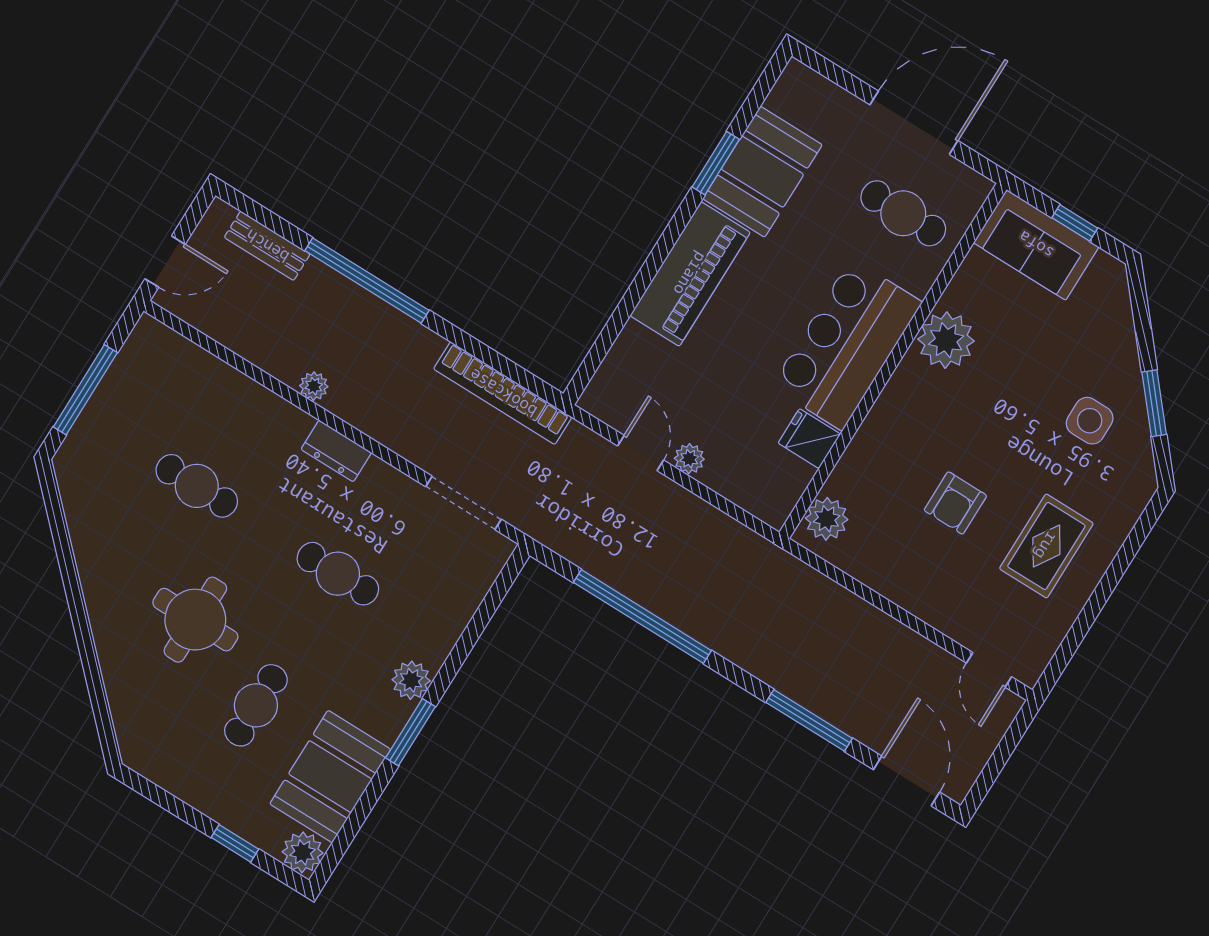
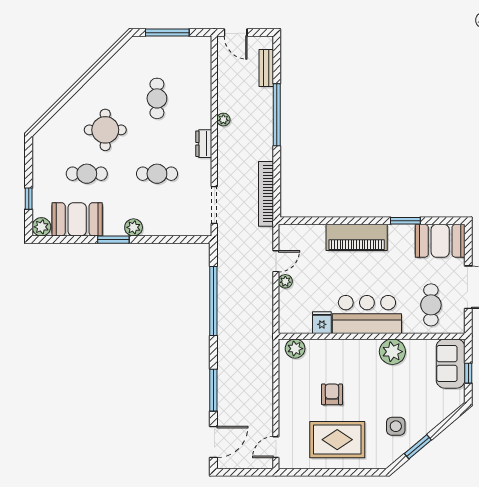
booth: (762, 172) -> (440, 241), moved
armchair: (955, 503) -> (332, 394), turned 90
rug: (1046, 546) -> (337, 440), width x1.36, depth x1.43
cafe table: (338, 574) -> (157, 174), turned 90

